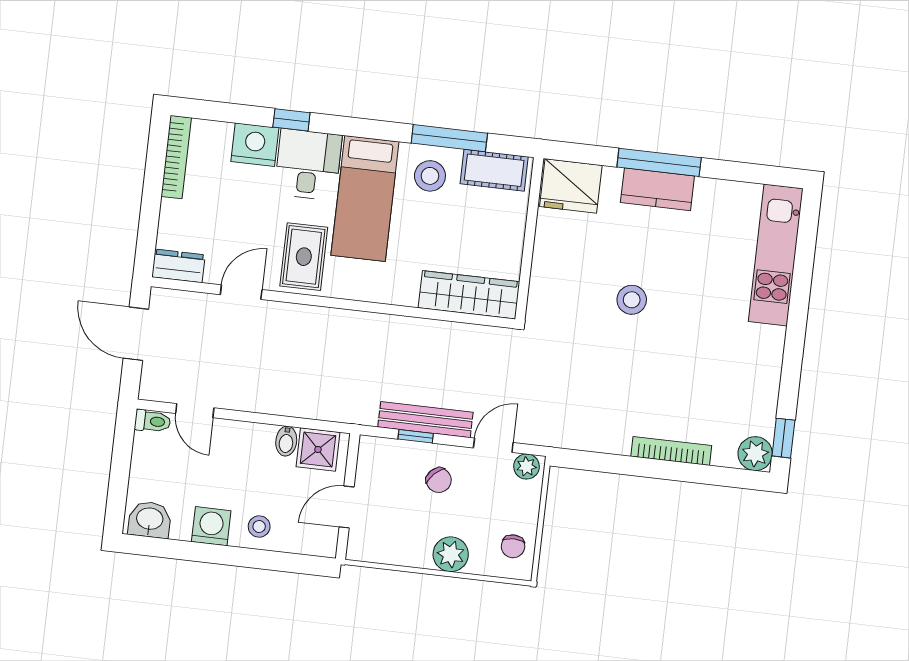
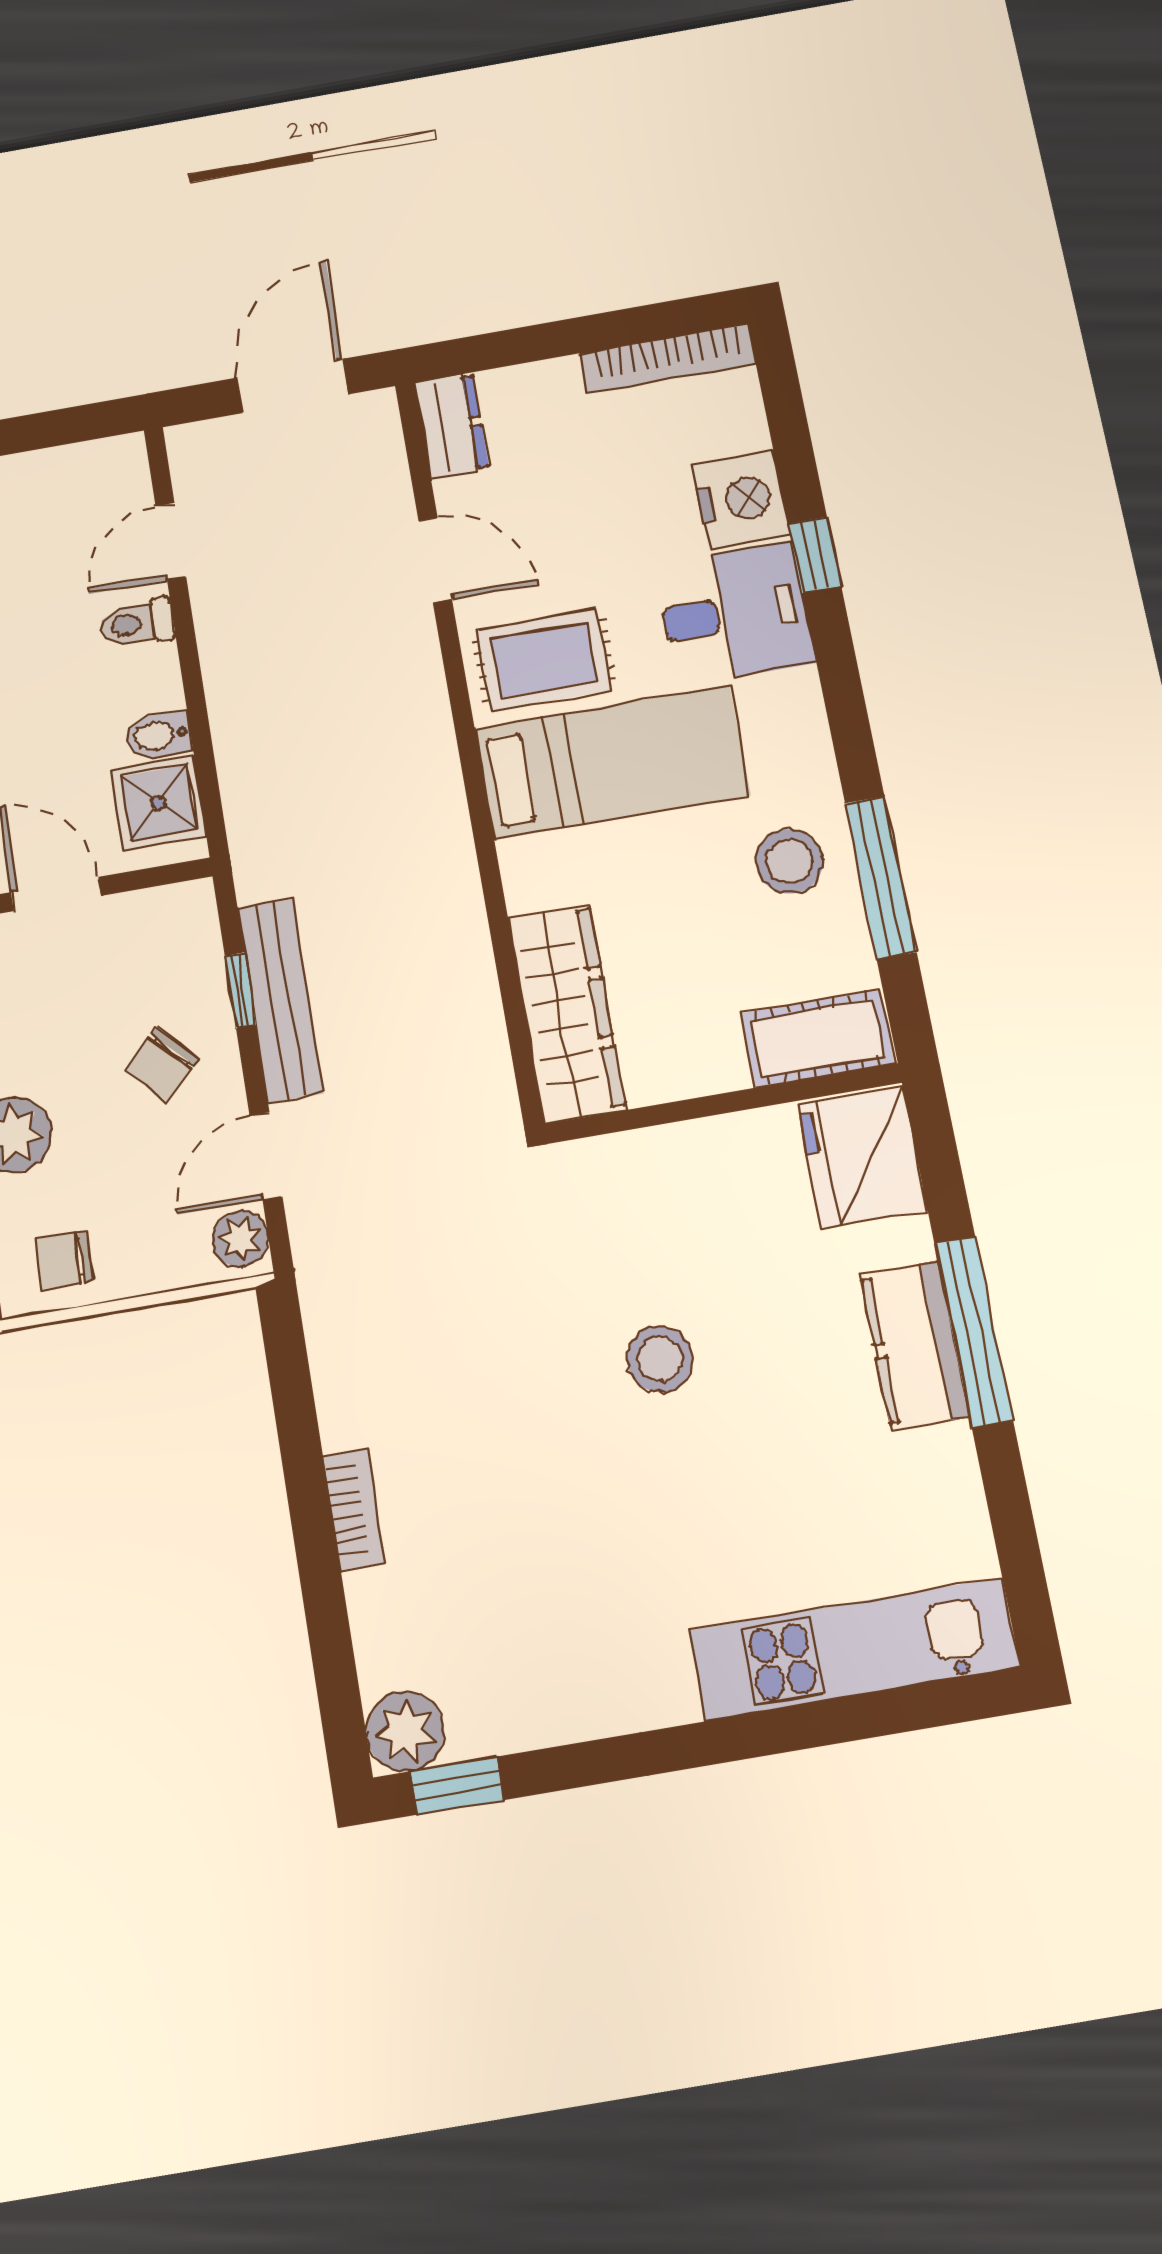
cot: (494, 170) -> (817, 1038), moved, turned 90
bed: (365, 199) -> (612, 762), moved, turned 180
toilet: (153, 421) -> (137, 623), moved, turned 90
door: (493, 445) -> (266, 1156), swing flipped
bookcase: (671, 451) -> (354, 1509), width x0.64

